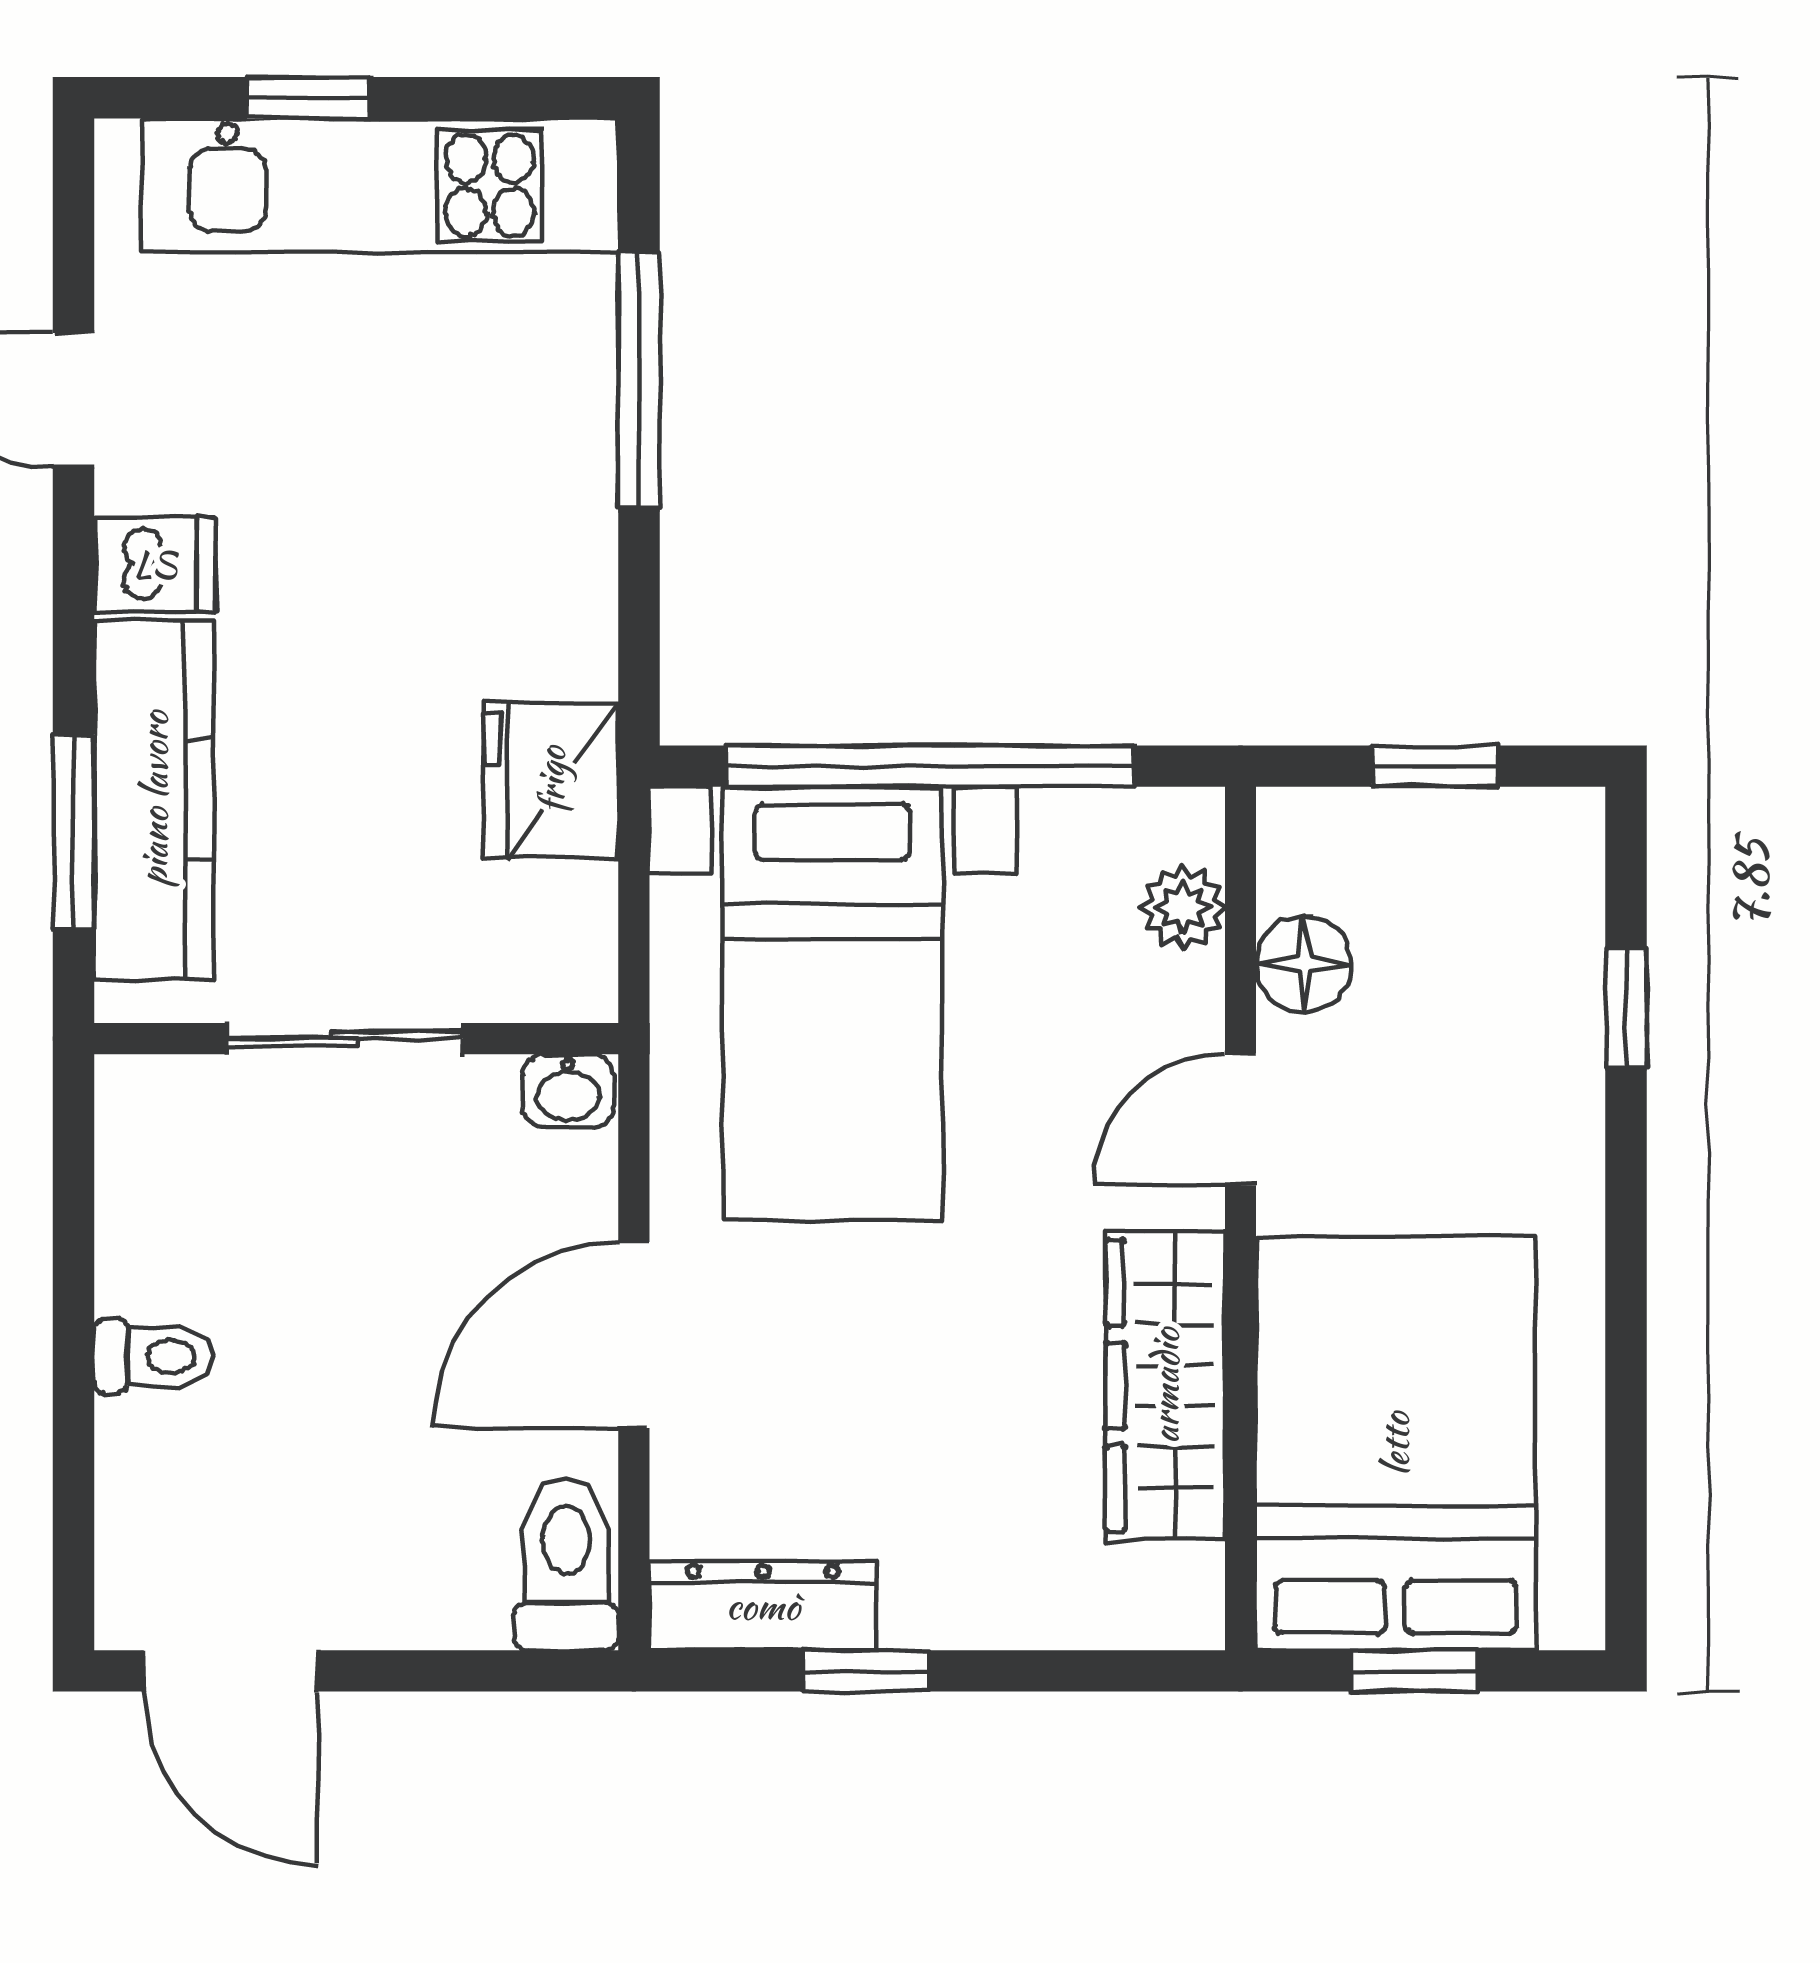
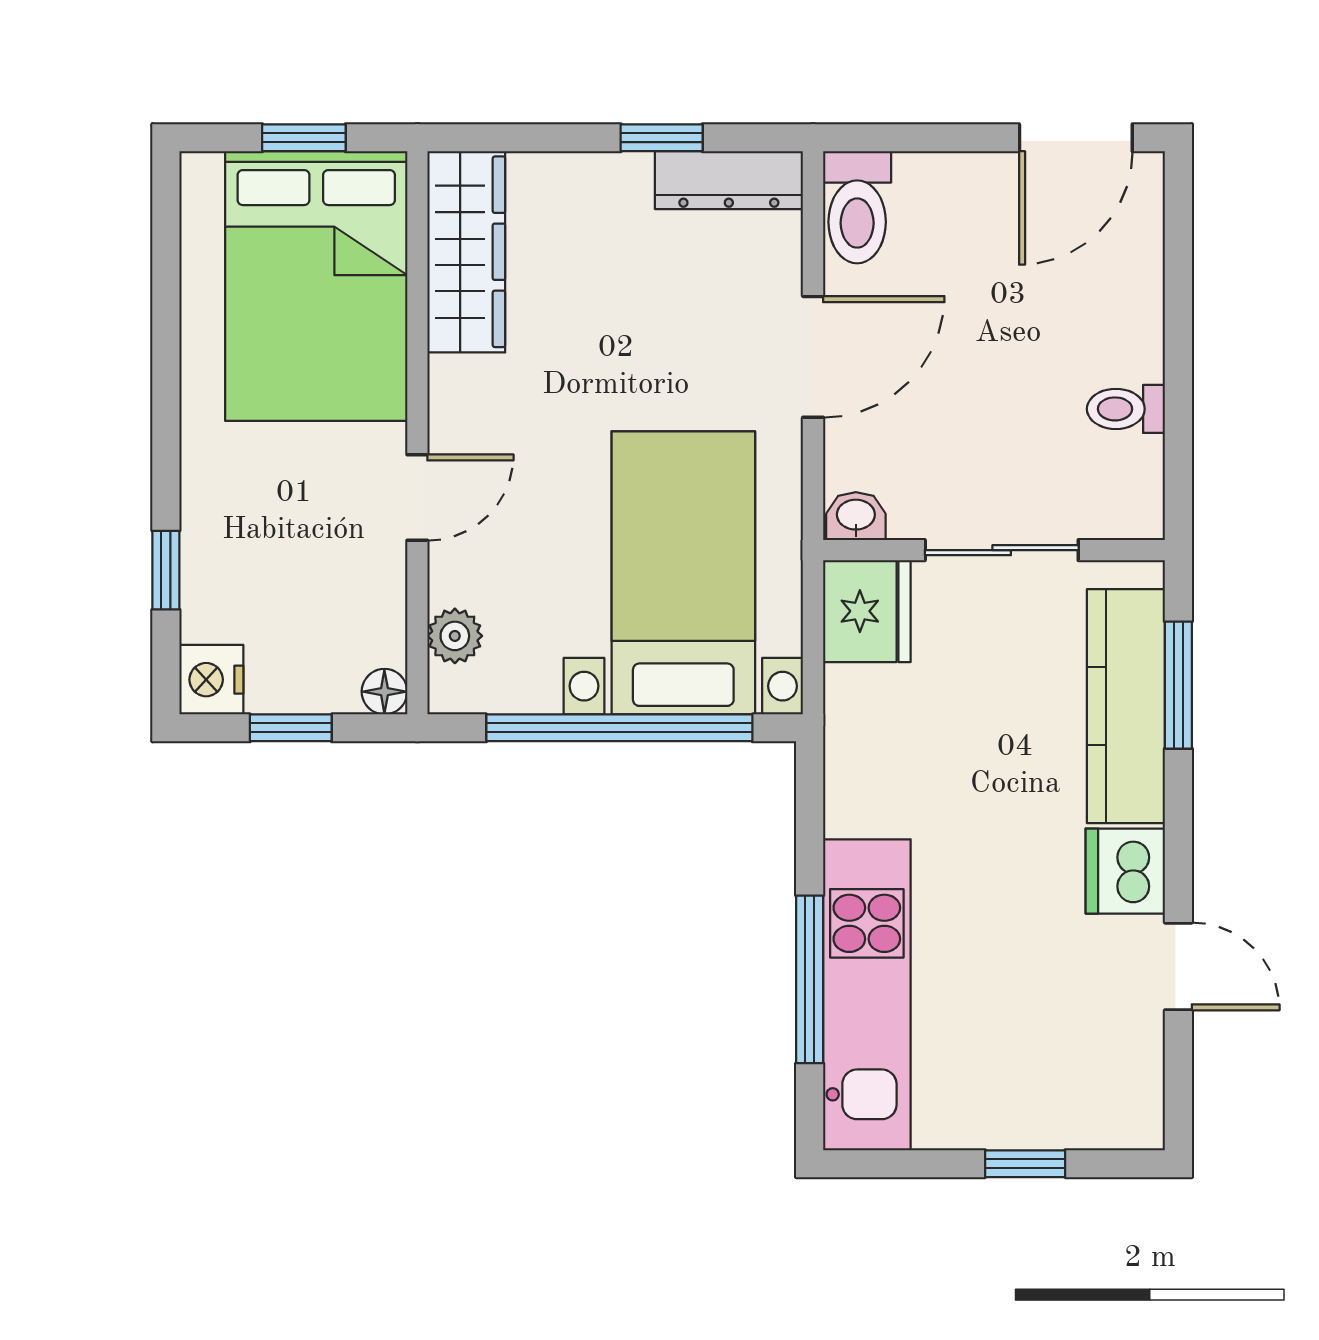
kitchen unit: (380, 186) -> (867, 995), moved, turned 90
dishwasher: (155, 564) -> (1125, 871), width x1.38
fridge: (551, 780) -> (867, 611), moved
nightstand: (1556, 840) -> (211, 680), added
floor lamp: (1304, 964) -> (384, 692), moved, width x0.73, depth x0.73
toilet: (154, 1356) -> (1126, 409), moved
wardrobe: (1165, 1386) -> (466, 252), moved
door: (231, 1671) -> (1076, 138), swing flipped

